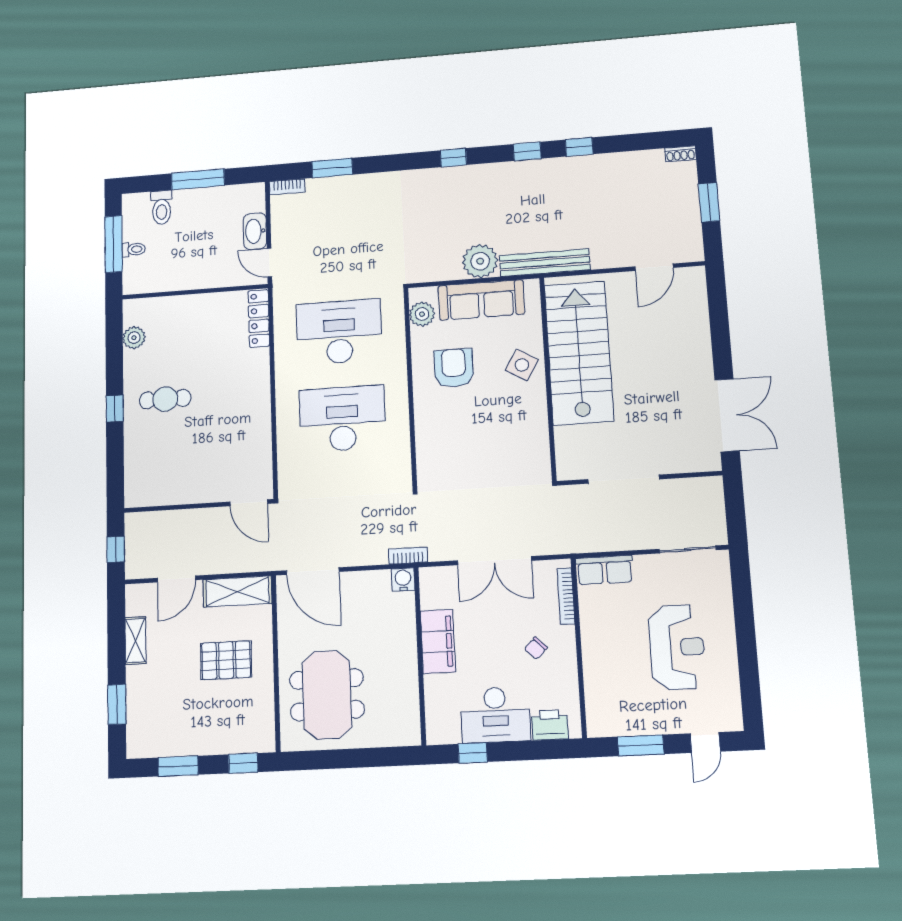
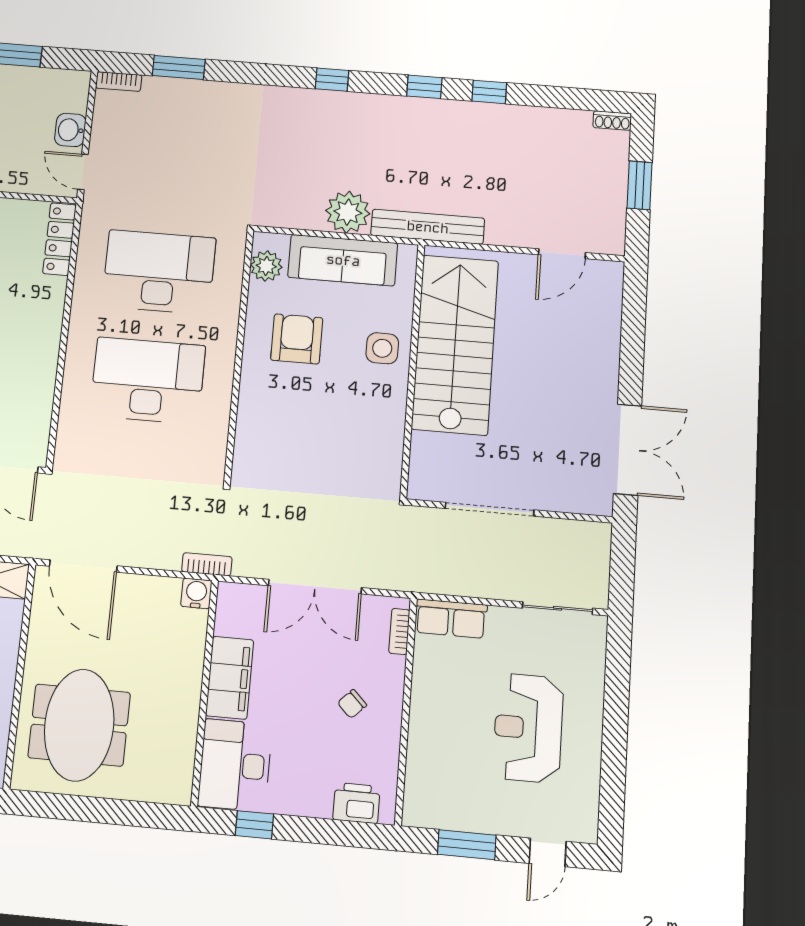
washbasin: (255, 231) -> (70, 130), width x0.72
side table: (522, 365) -> (382, 348), turned -31
bookcase: (566, 596) -> (399, 631), width x0.64
reception desk: (677, 647) -> (528, 728), turned 180
desk: (495, 715) -> (235, 765), moved, turned 90

